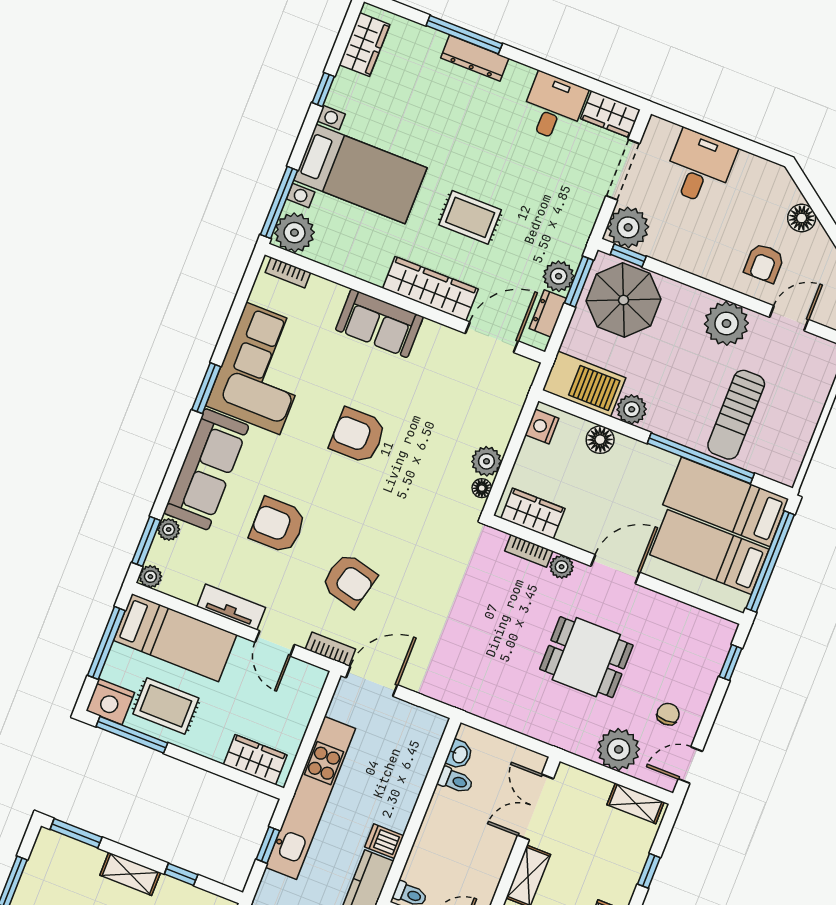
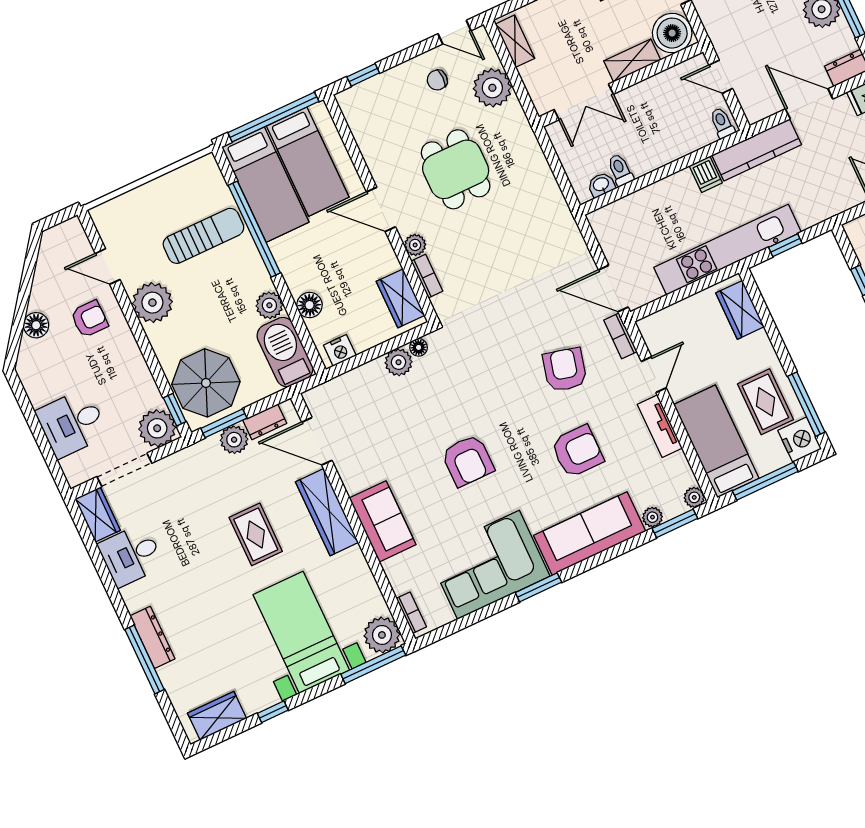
armchair: (278, 525) -> (577, 451), turned -90

